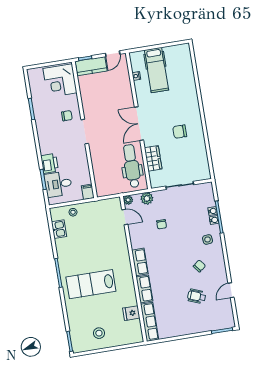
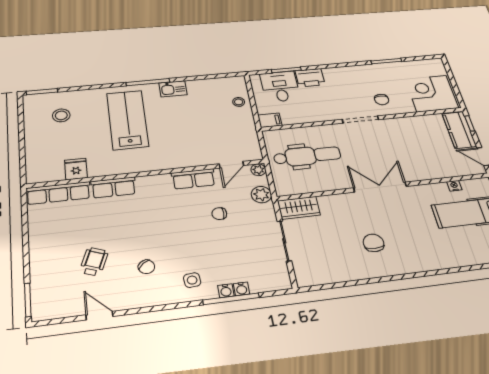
wardrobe: (153, 158) -> (299, 208), moved
dental chair: (132, 166) -> (307, 156), moved
kitchen sink: (59, 229) -> (173, 89), moved
row of seats: (140, 262) -> (193, 179), moved
stool: (99, 333) -> (61, 115), moved

